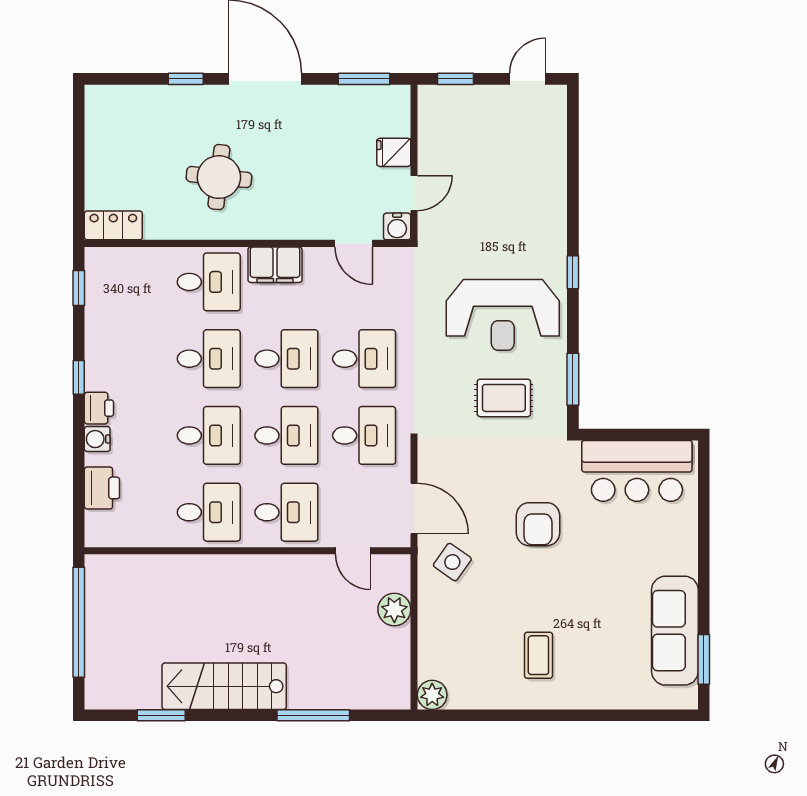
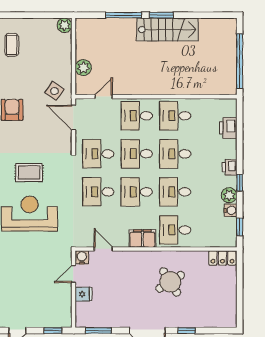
round table: (219, 177) -> (170, 282), turned -38
plant: (100, 352) -> (229, 195), added
water cooler: (97, 439) -> (230, 210), moved
door: (353, 551) -> (104, 97), hinge flipped
window: (161, 715) -> (161, 15), moved

